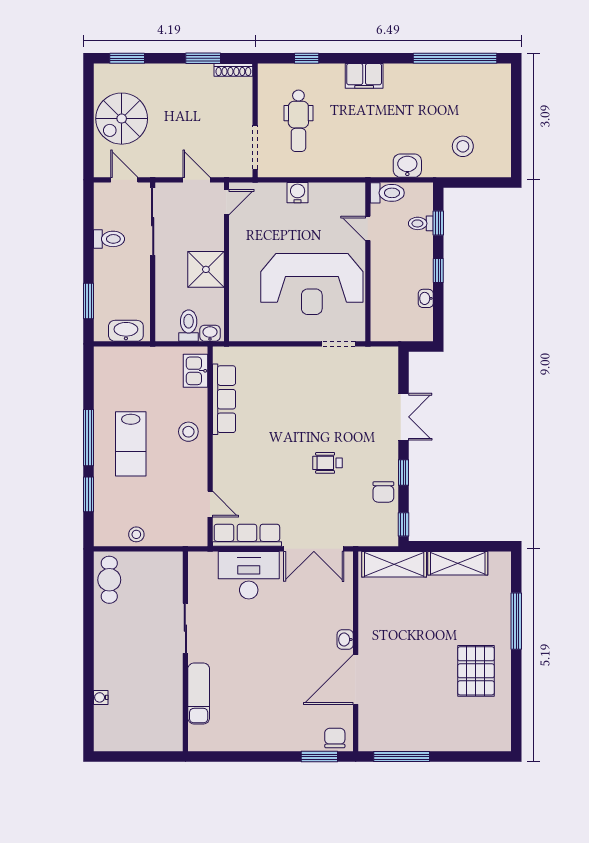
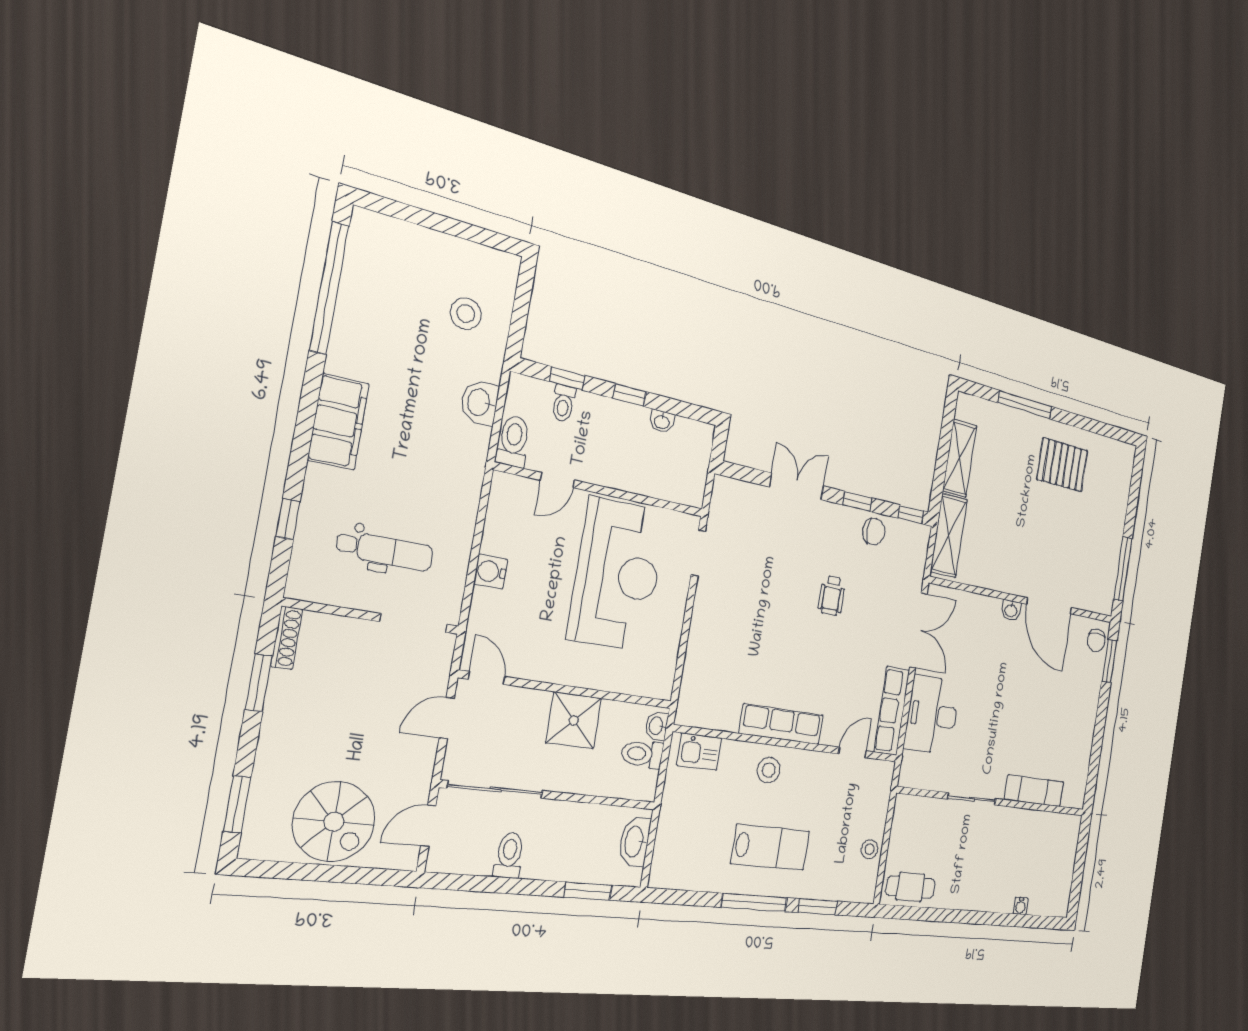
filing cabinet: (364, 76) -> (338, 422), width x1.50, depth x1.17
row of seats: (224, 399) -> (781, 724), moved
chair: (335, 738) -> (1096, 641), turned -90

